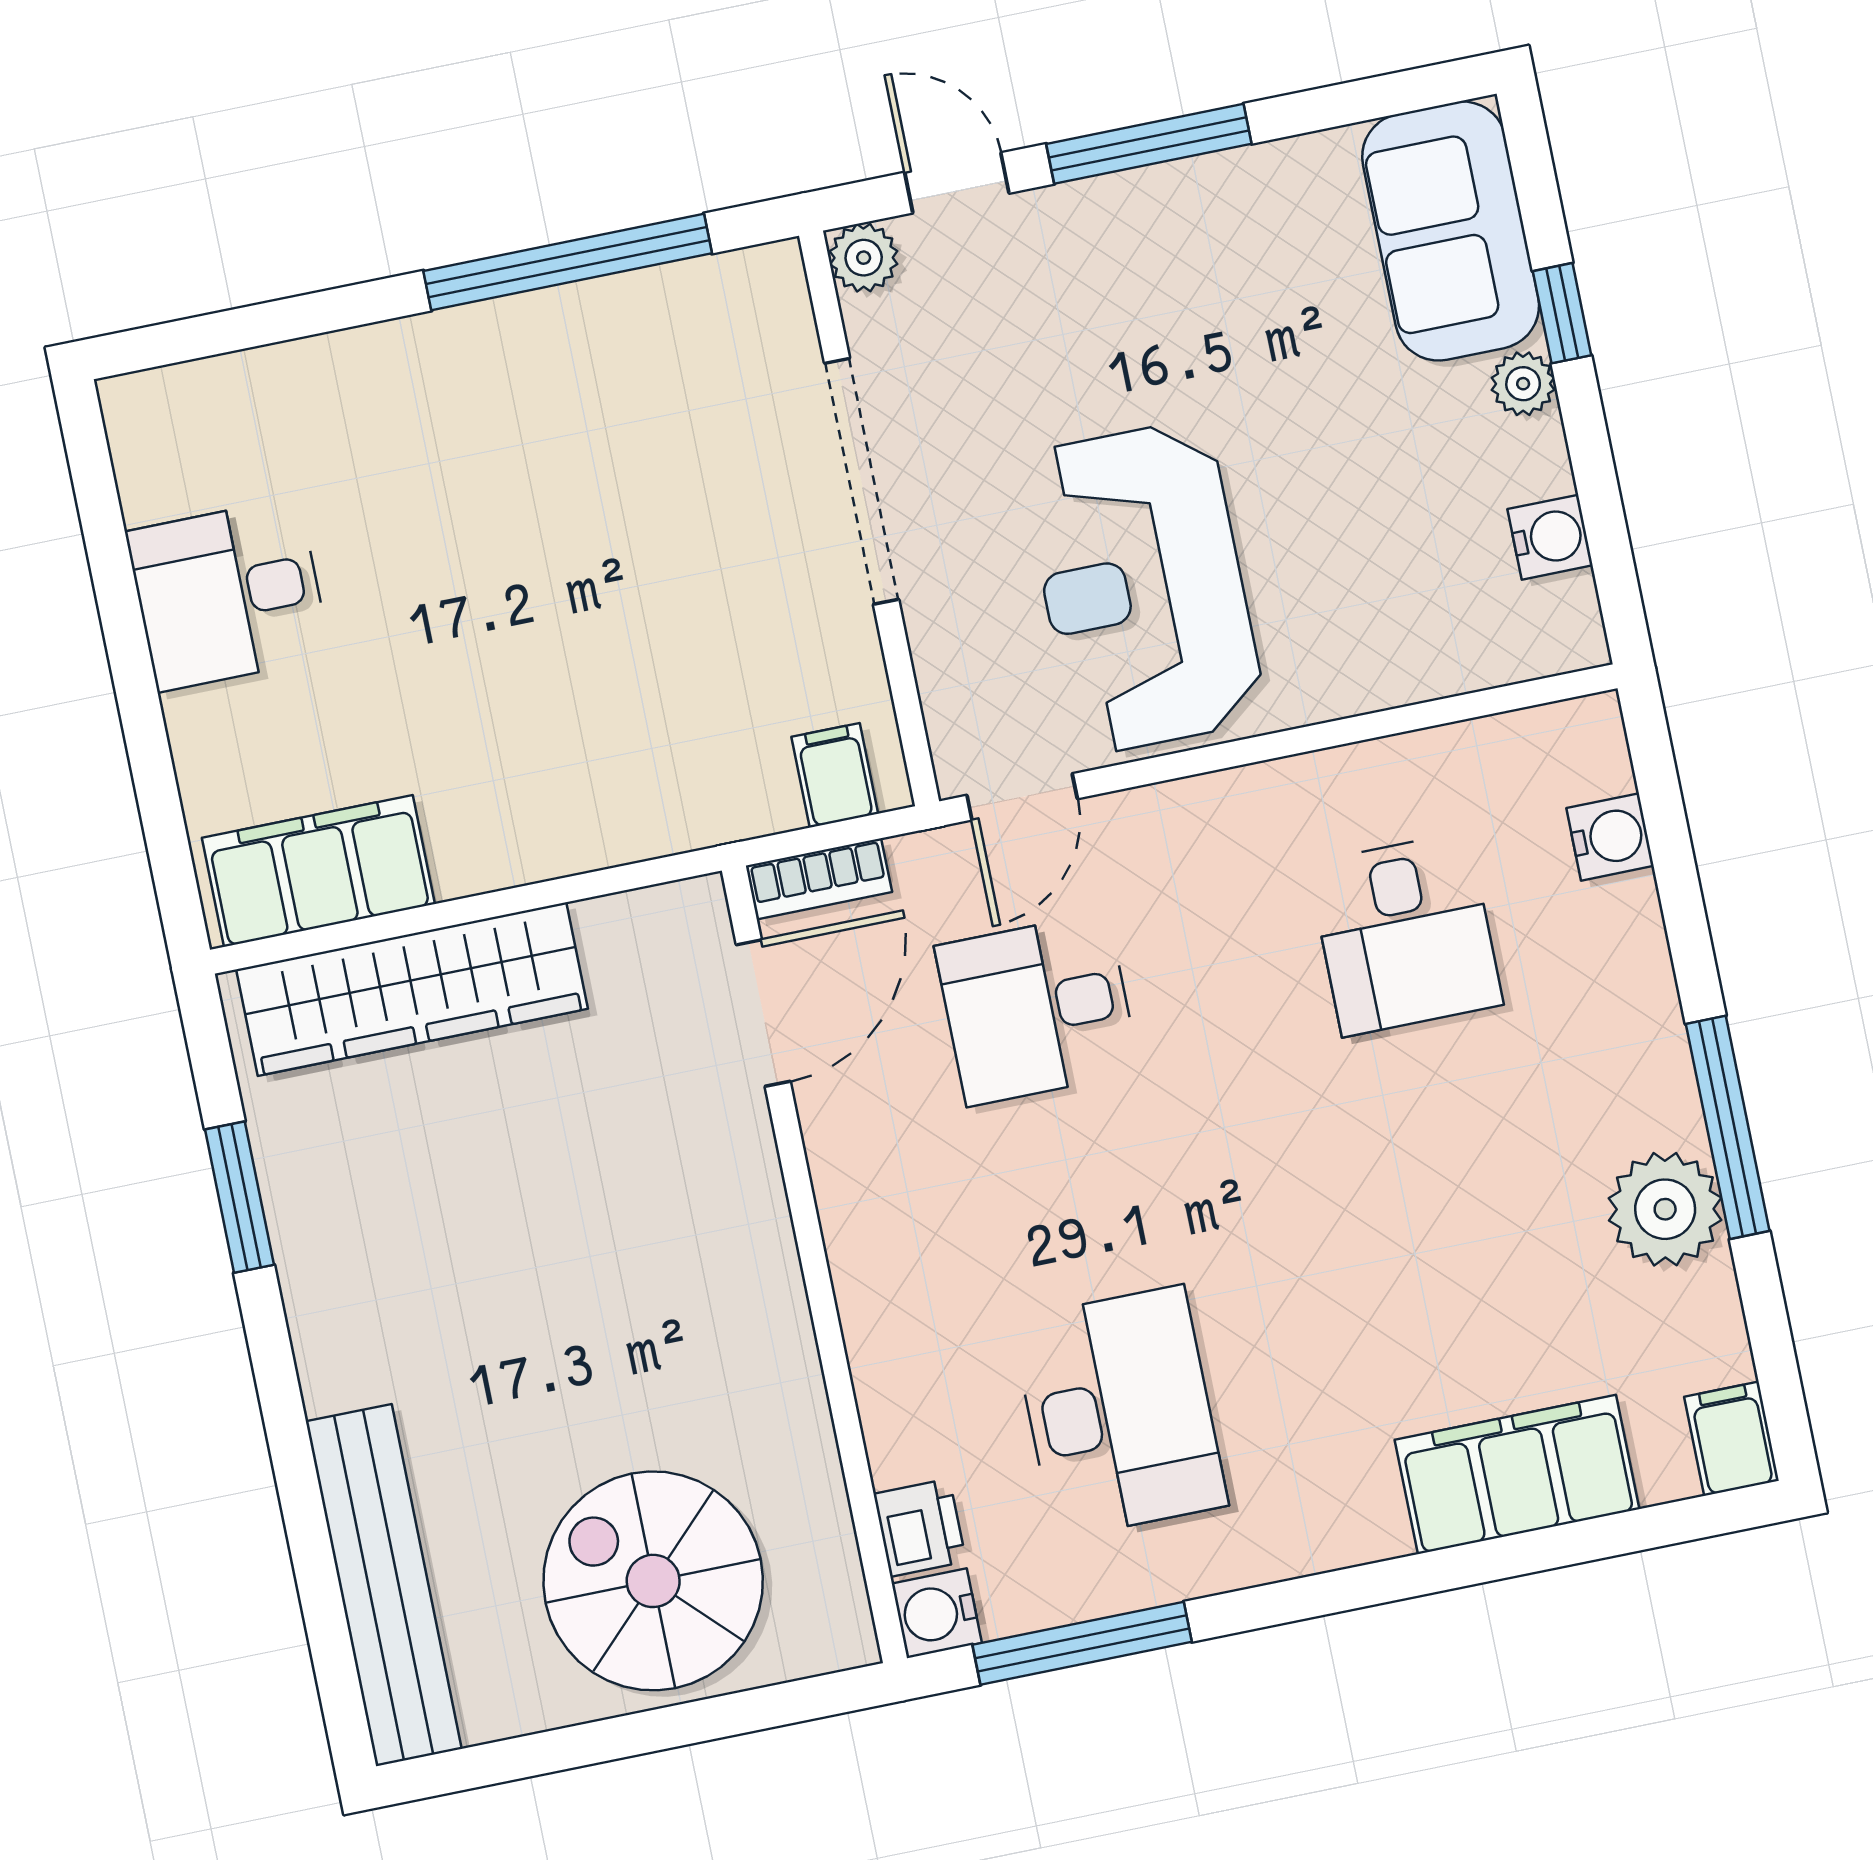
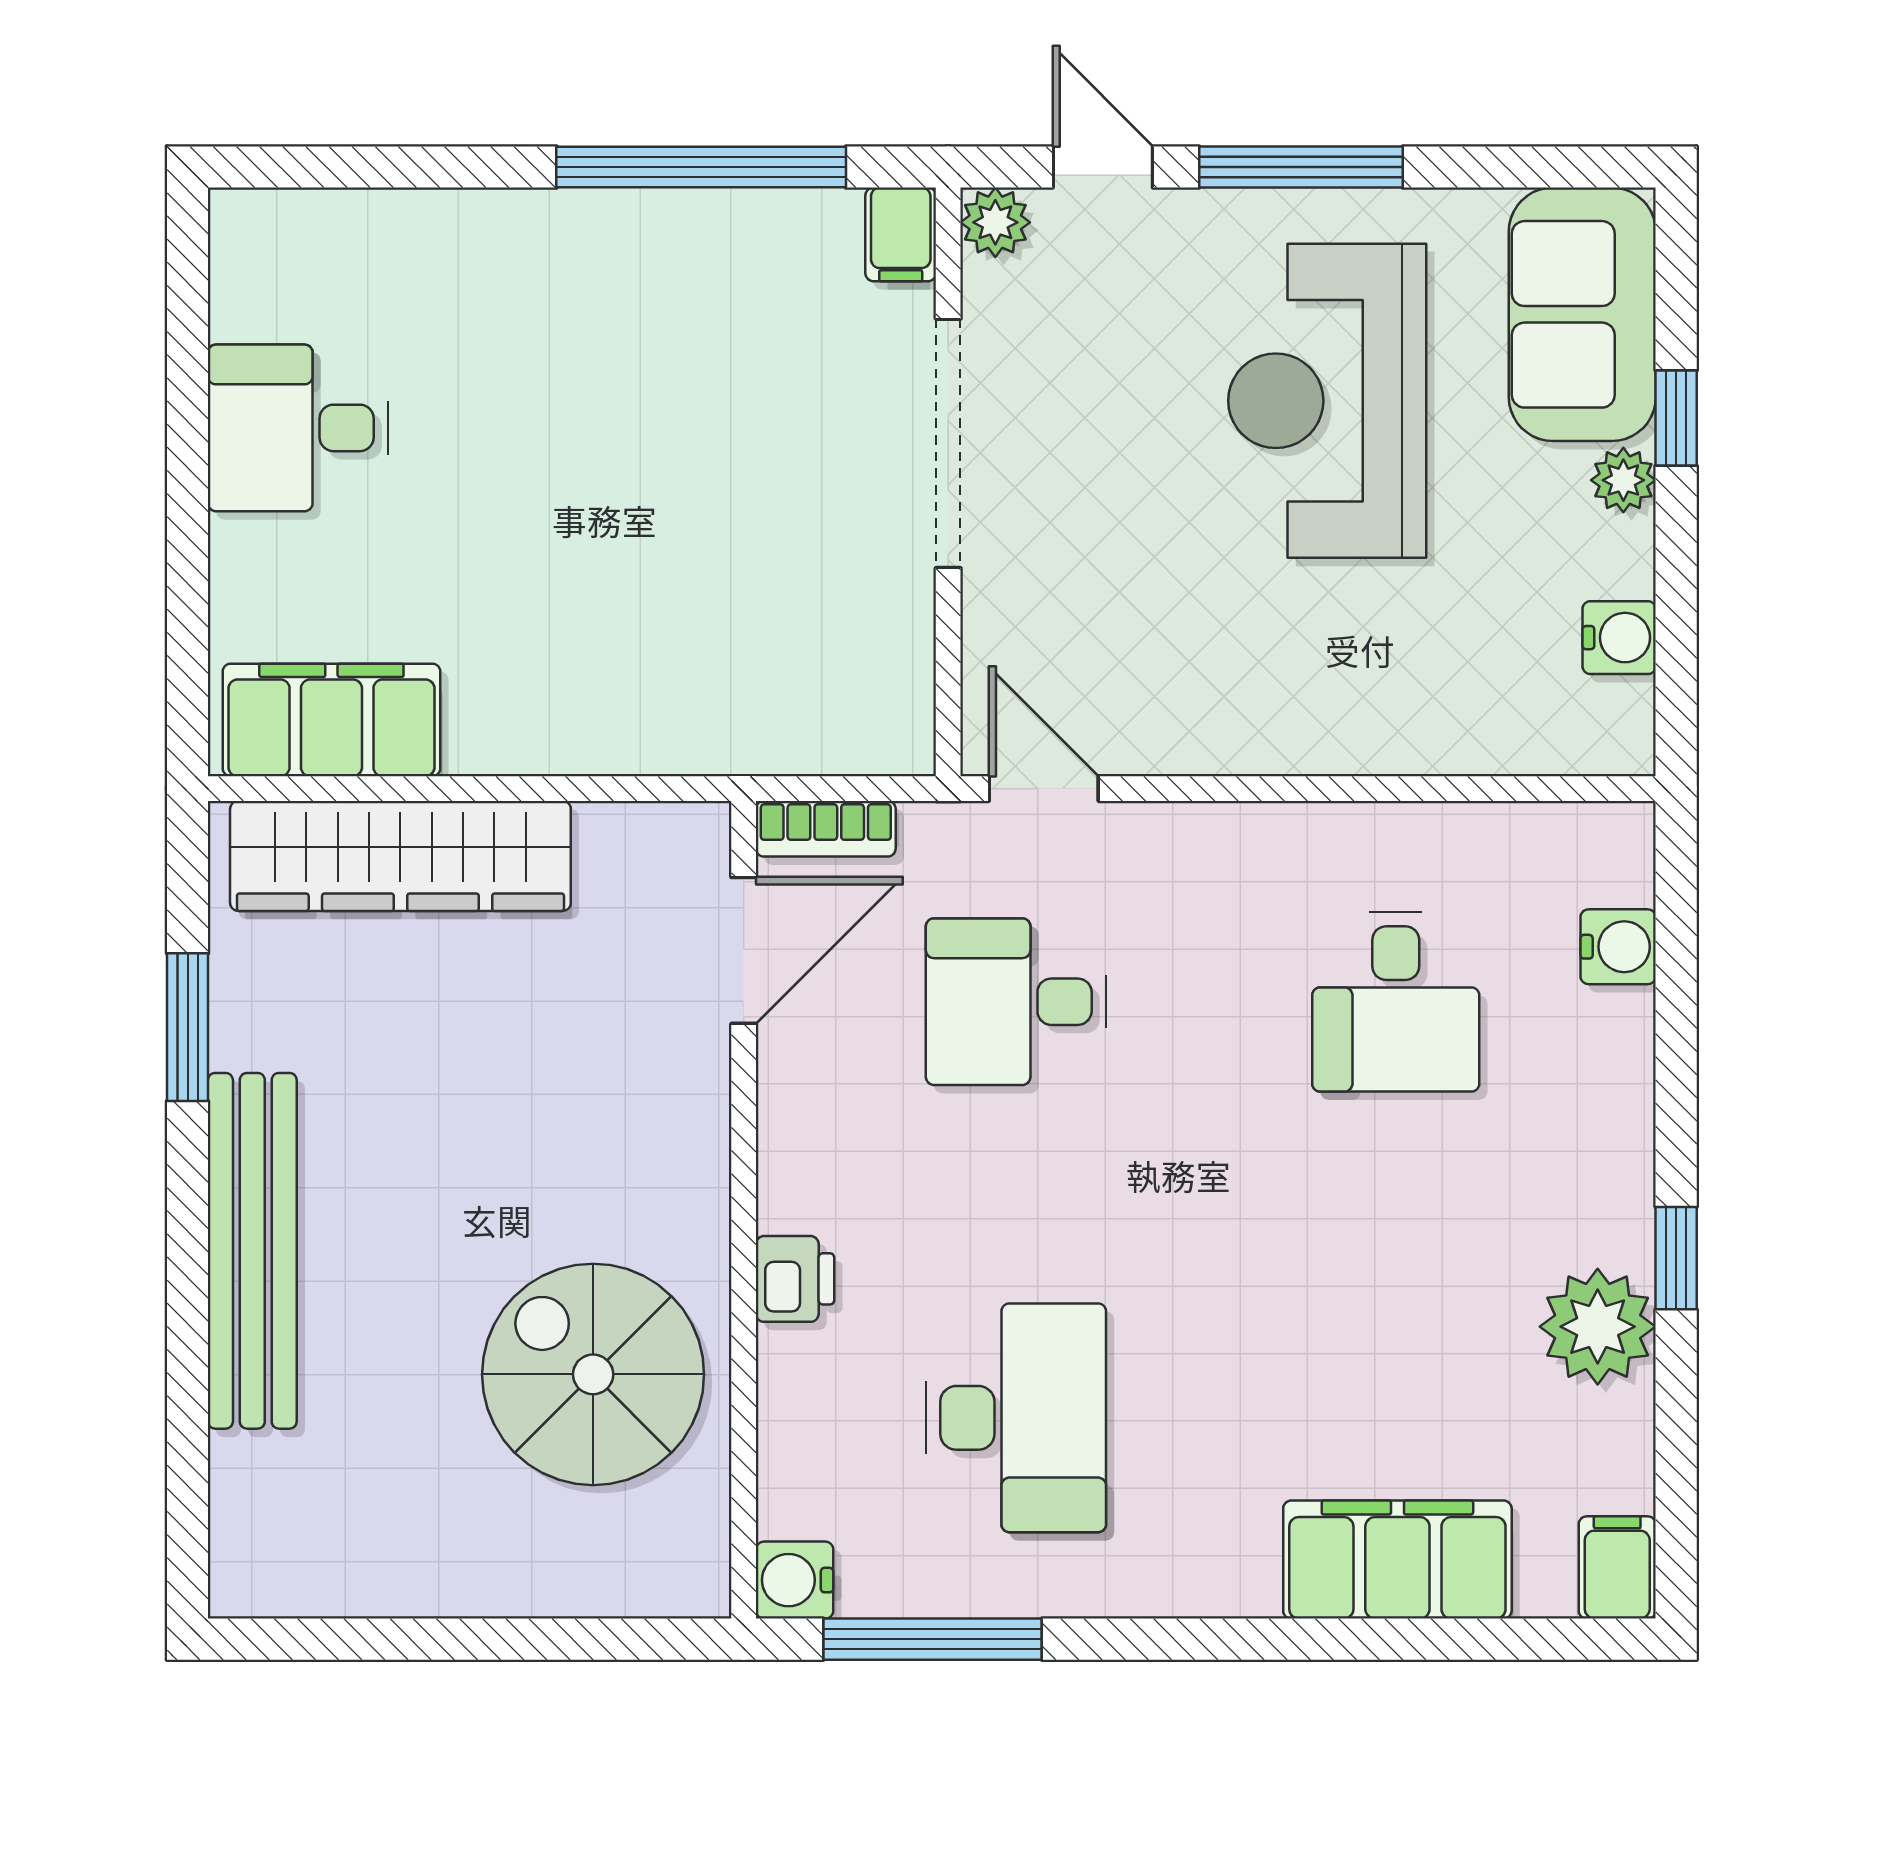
reception desk: (1143, 587) -> (1327, 401), moved
filing cabinet: (835, 775) -> (901, 234), moved, turned 180
door: (1022, 797) -> (1044, 789), swing flipped
window: (1728, 1127) -> (1676, 1258), width x0.46
printer: (920, 1528) -> (795, 1279), moved
spiral stairs: (653, 1581) -> (593, 1374), moved
bench: (384, 1585) -> (252, 1251), moved

